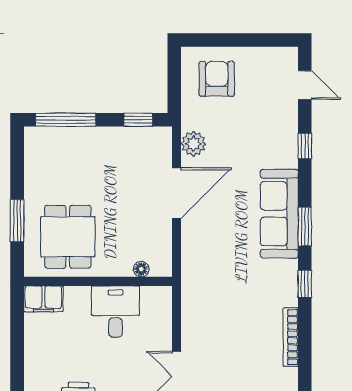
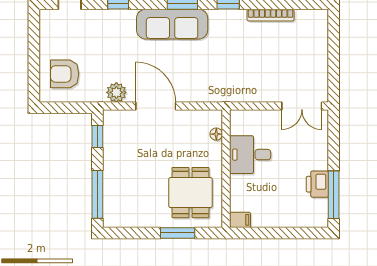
dining table: (68, 237) -> (190, 193), turned 90
filing cabinet: (43, 299) -> (240, 220), width x0.50

